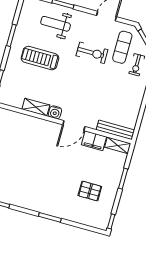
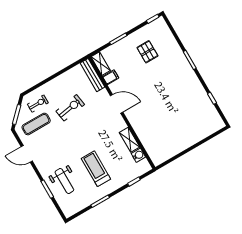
exercise bike: (92, 53) -> (70, 108), moved, turned 81
treadmill: (40, 58) -> (96, 169), turned 180
water cooler: (55, 112) -> (138, 155), moved
filing cabinet: (94, 141) -> (111, 77), width x0.50

